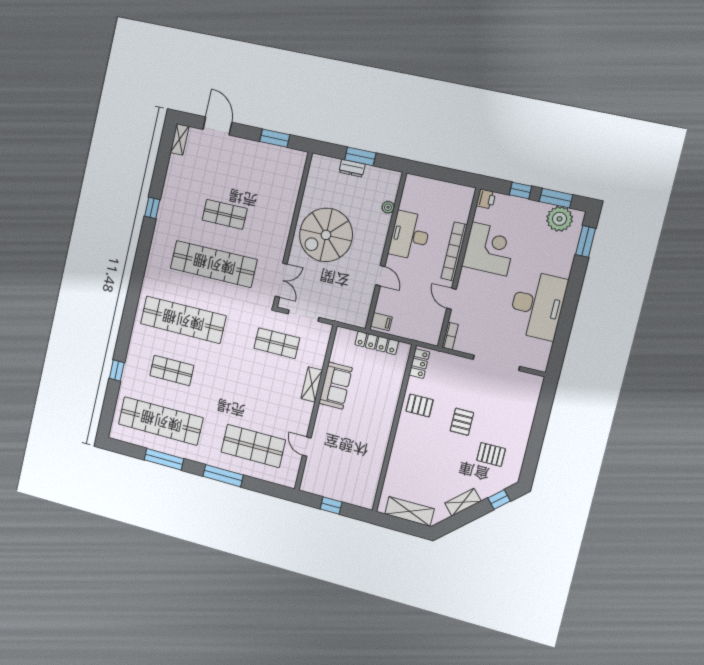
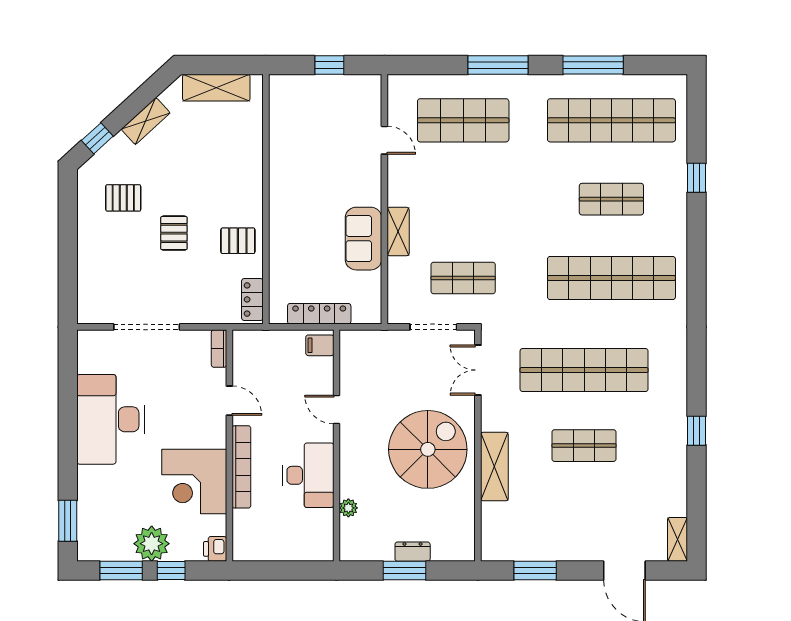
shelving: (285, 214) -> (494, 467), added
plant: (560, 219) -> (152, 544), moved

